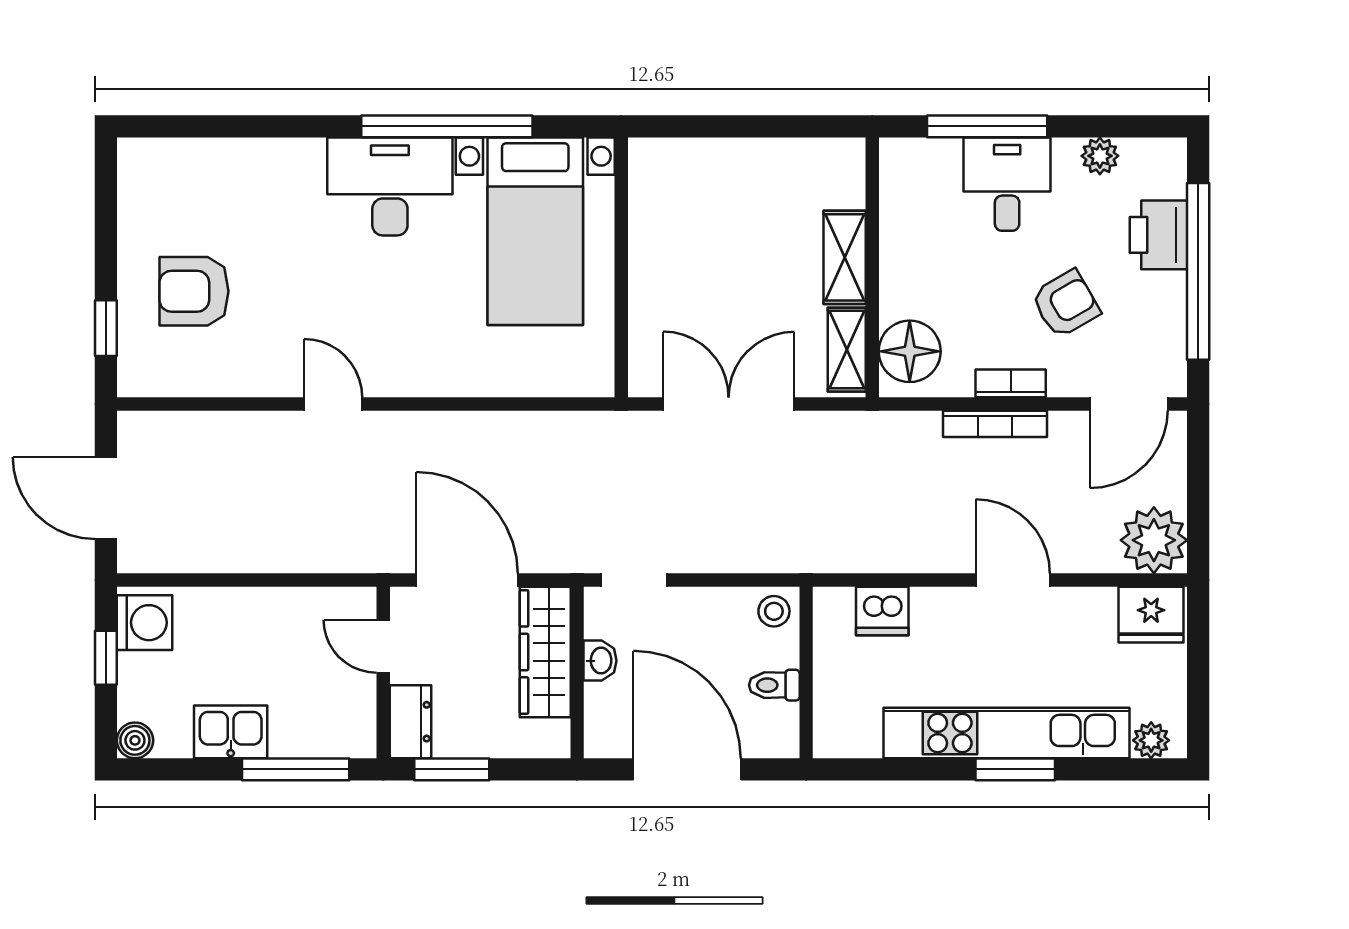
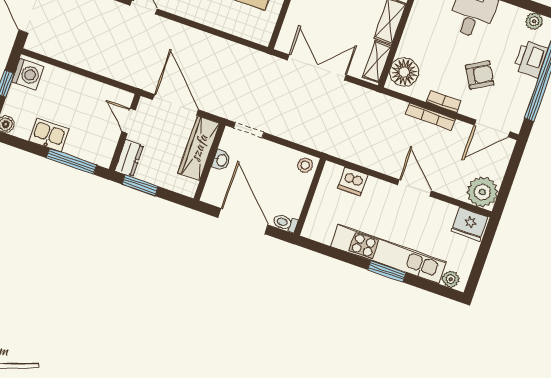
plant: (1100, 156) -> (534, 21), moved
toilet: (774, 685) -> (285, 223), moved

